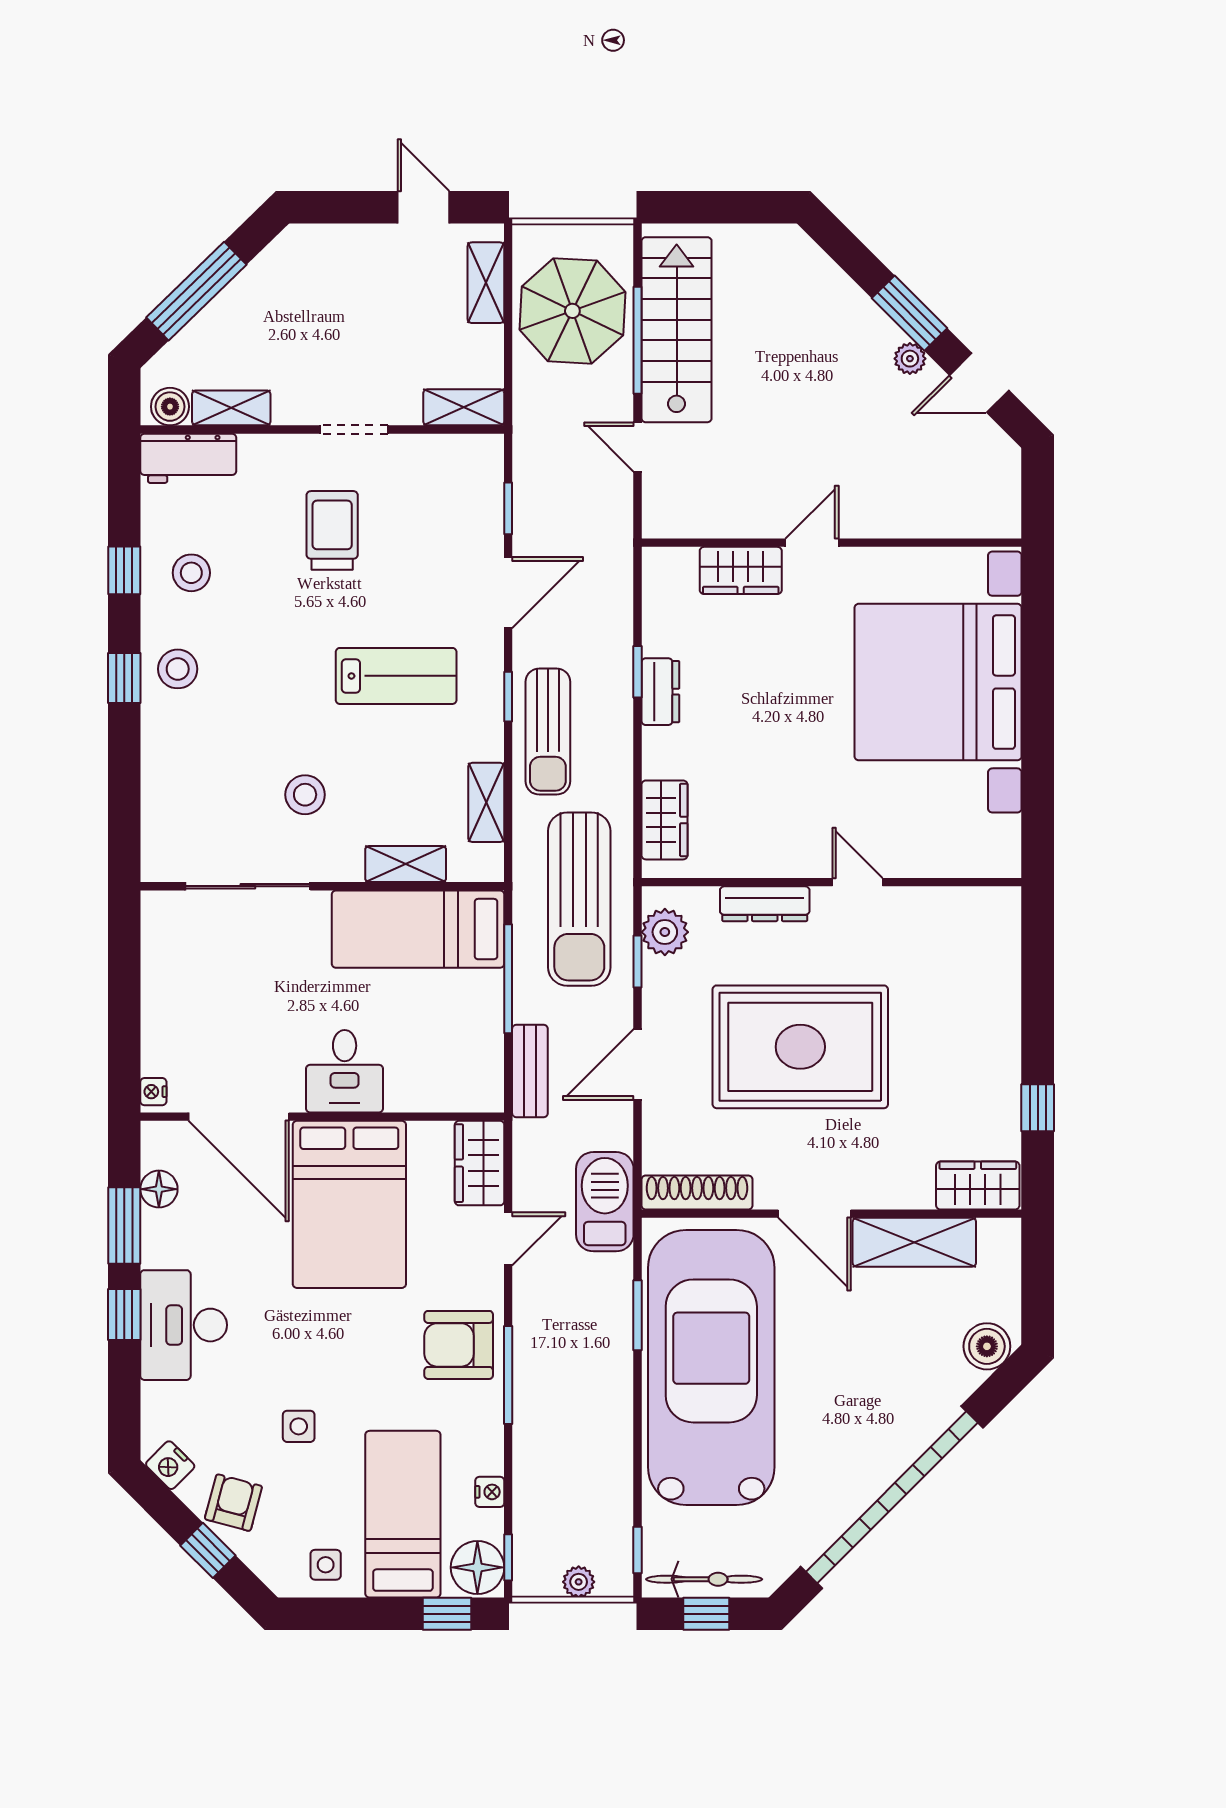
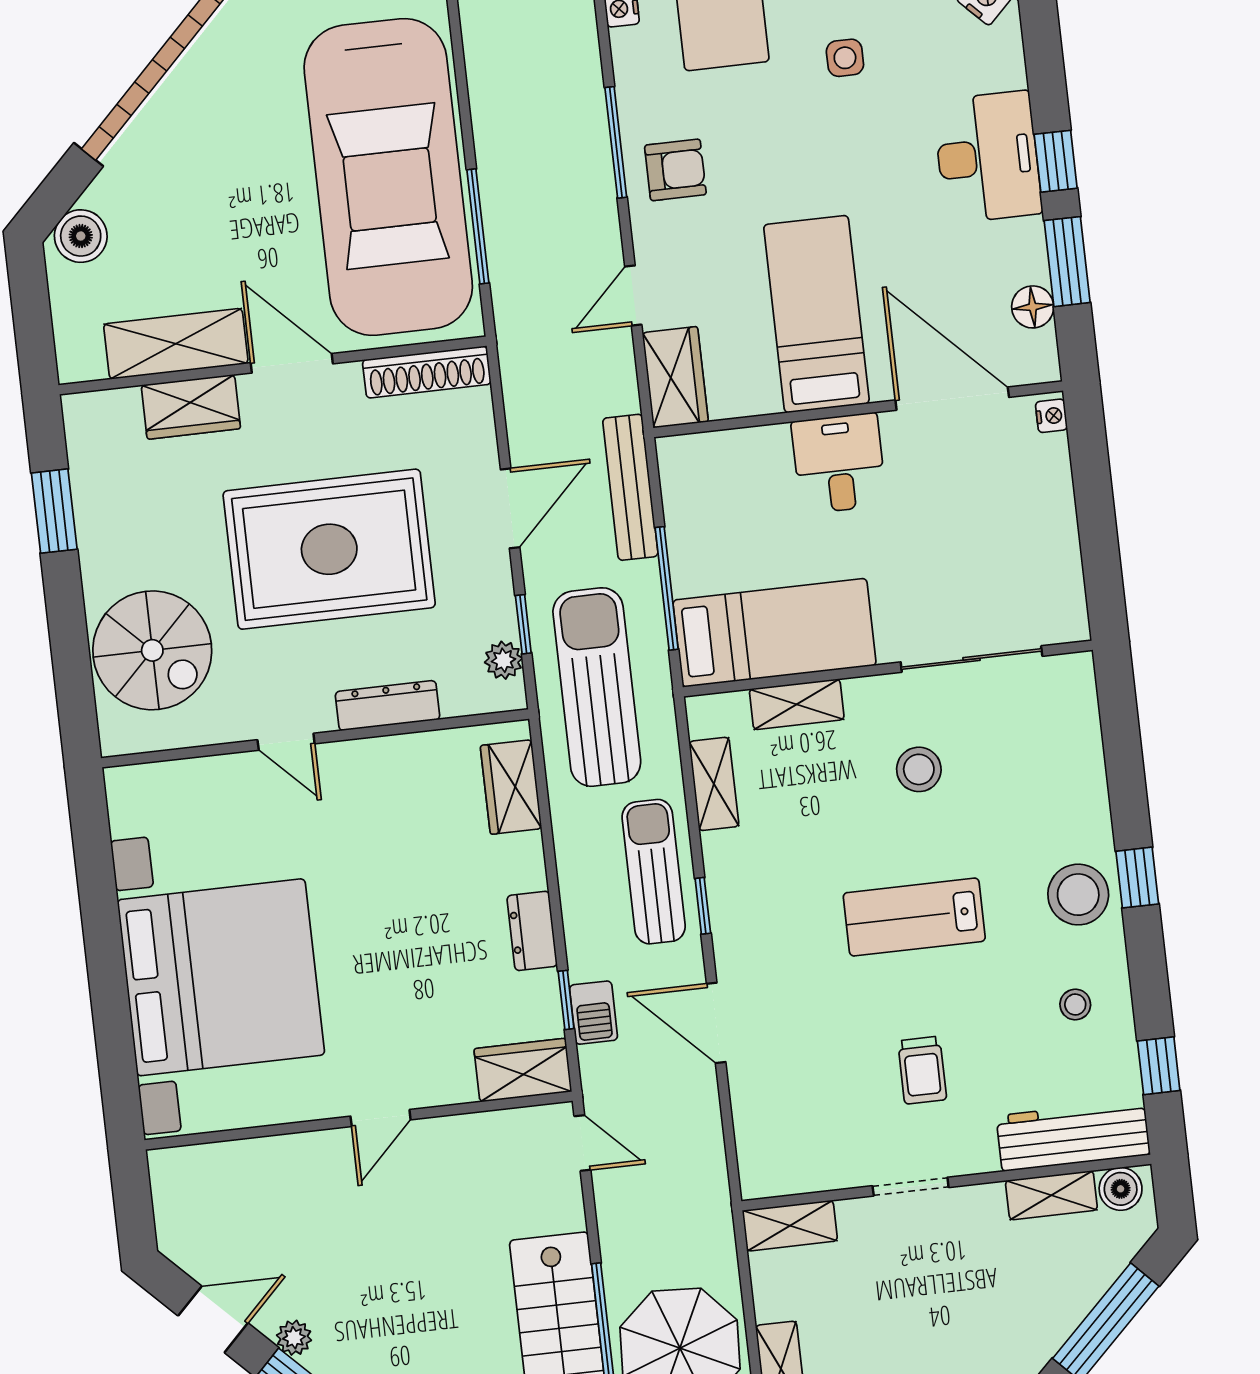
door: (638, 447) -> (582, 1143), moved
workbench: (188, 458) -> (1073, 1135), width x1.37
window: (508, 508) -> (727, 1118), removed
trolley: (332, 530) -> (922, 1070), width x0.73, depth x0.72
window: (124, 570) -> (1159, 1066), moved
wardrobe: (741, 570) -> (523, 1070), moved
stool: (191, 573) -> (1075, 1004), width x0.73, depth x0.73
door: (508, 593) -> (716, 1023), hinge flipped
stool: (178, 669) -> (1078, 895), width x1.38, depth x1.38
window: (638, 672) -> (566, 1000), moved
lab bench: (396, 676) -> (914, 917), moved
plant: (665, 932) -> (503, 660), width x0.73, depth x0.73
spiral stairs: (966, 976) -> (152, 650), added
bench: (530, 1071) -> (630, 487), width x1.36
window: (1038, 1108) -> (54, 511), width x1.50
wardrobe: (978, 1186) -> (191, 407), moved
barbecue: (605, 1202) -> (594, 1013), moved, width x0.53, depth x0.65
bed: (349, 1204) -> (816, 314), width x0.67
window: (638, 1315) -> (478, 226), width x1.44
armchair: (459, 1345) -> (675, 170), width x0.72, depth x0.72

